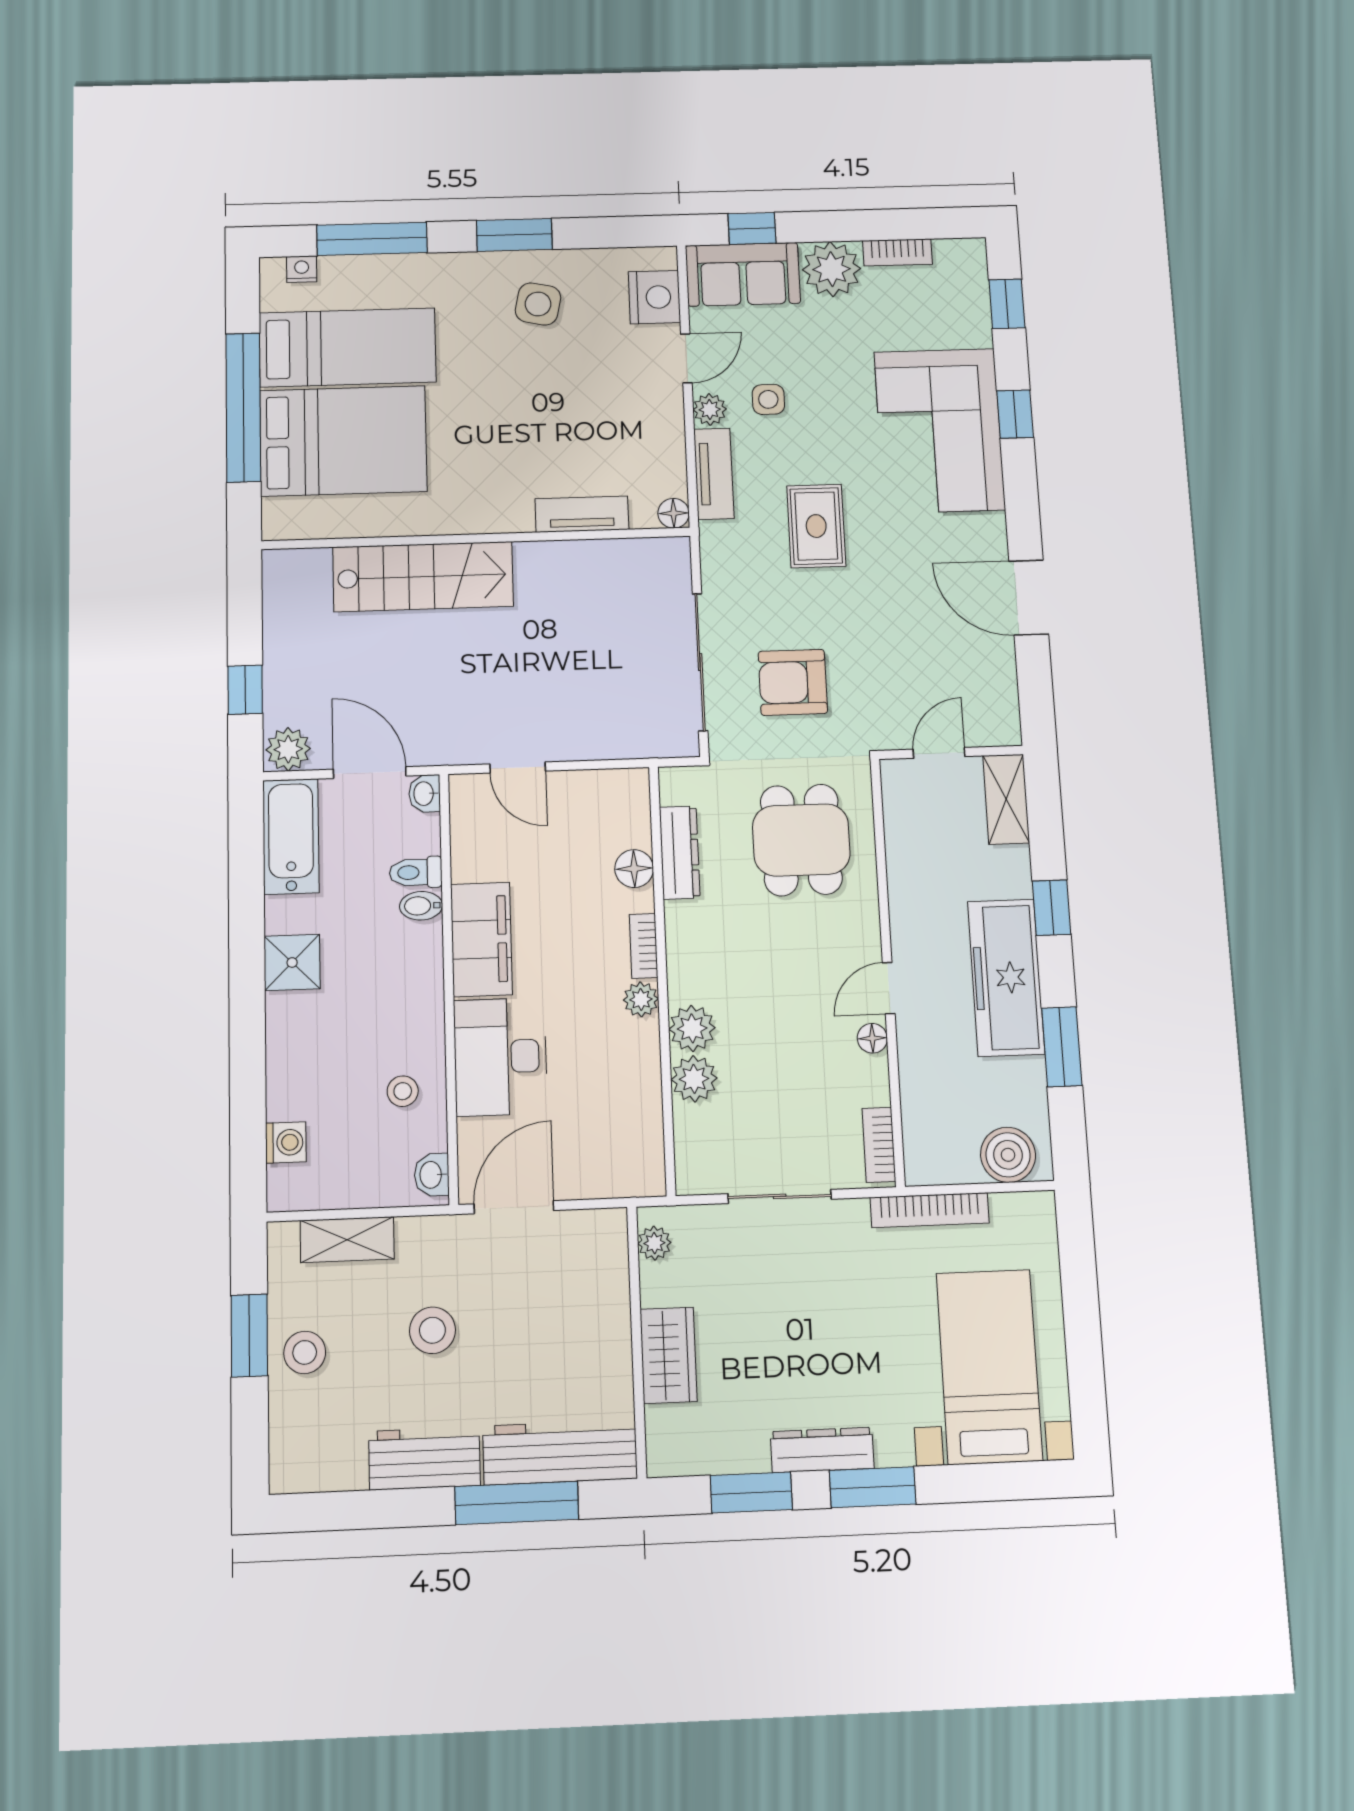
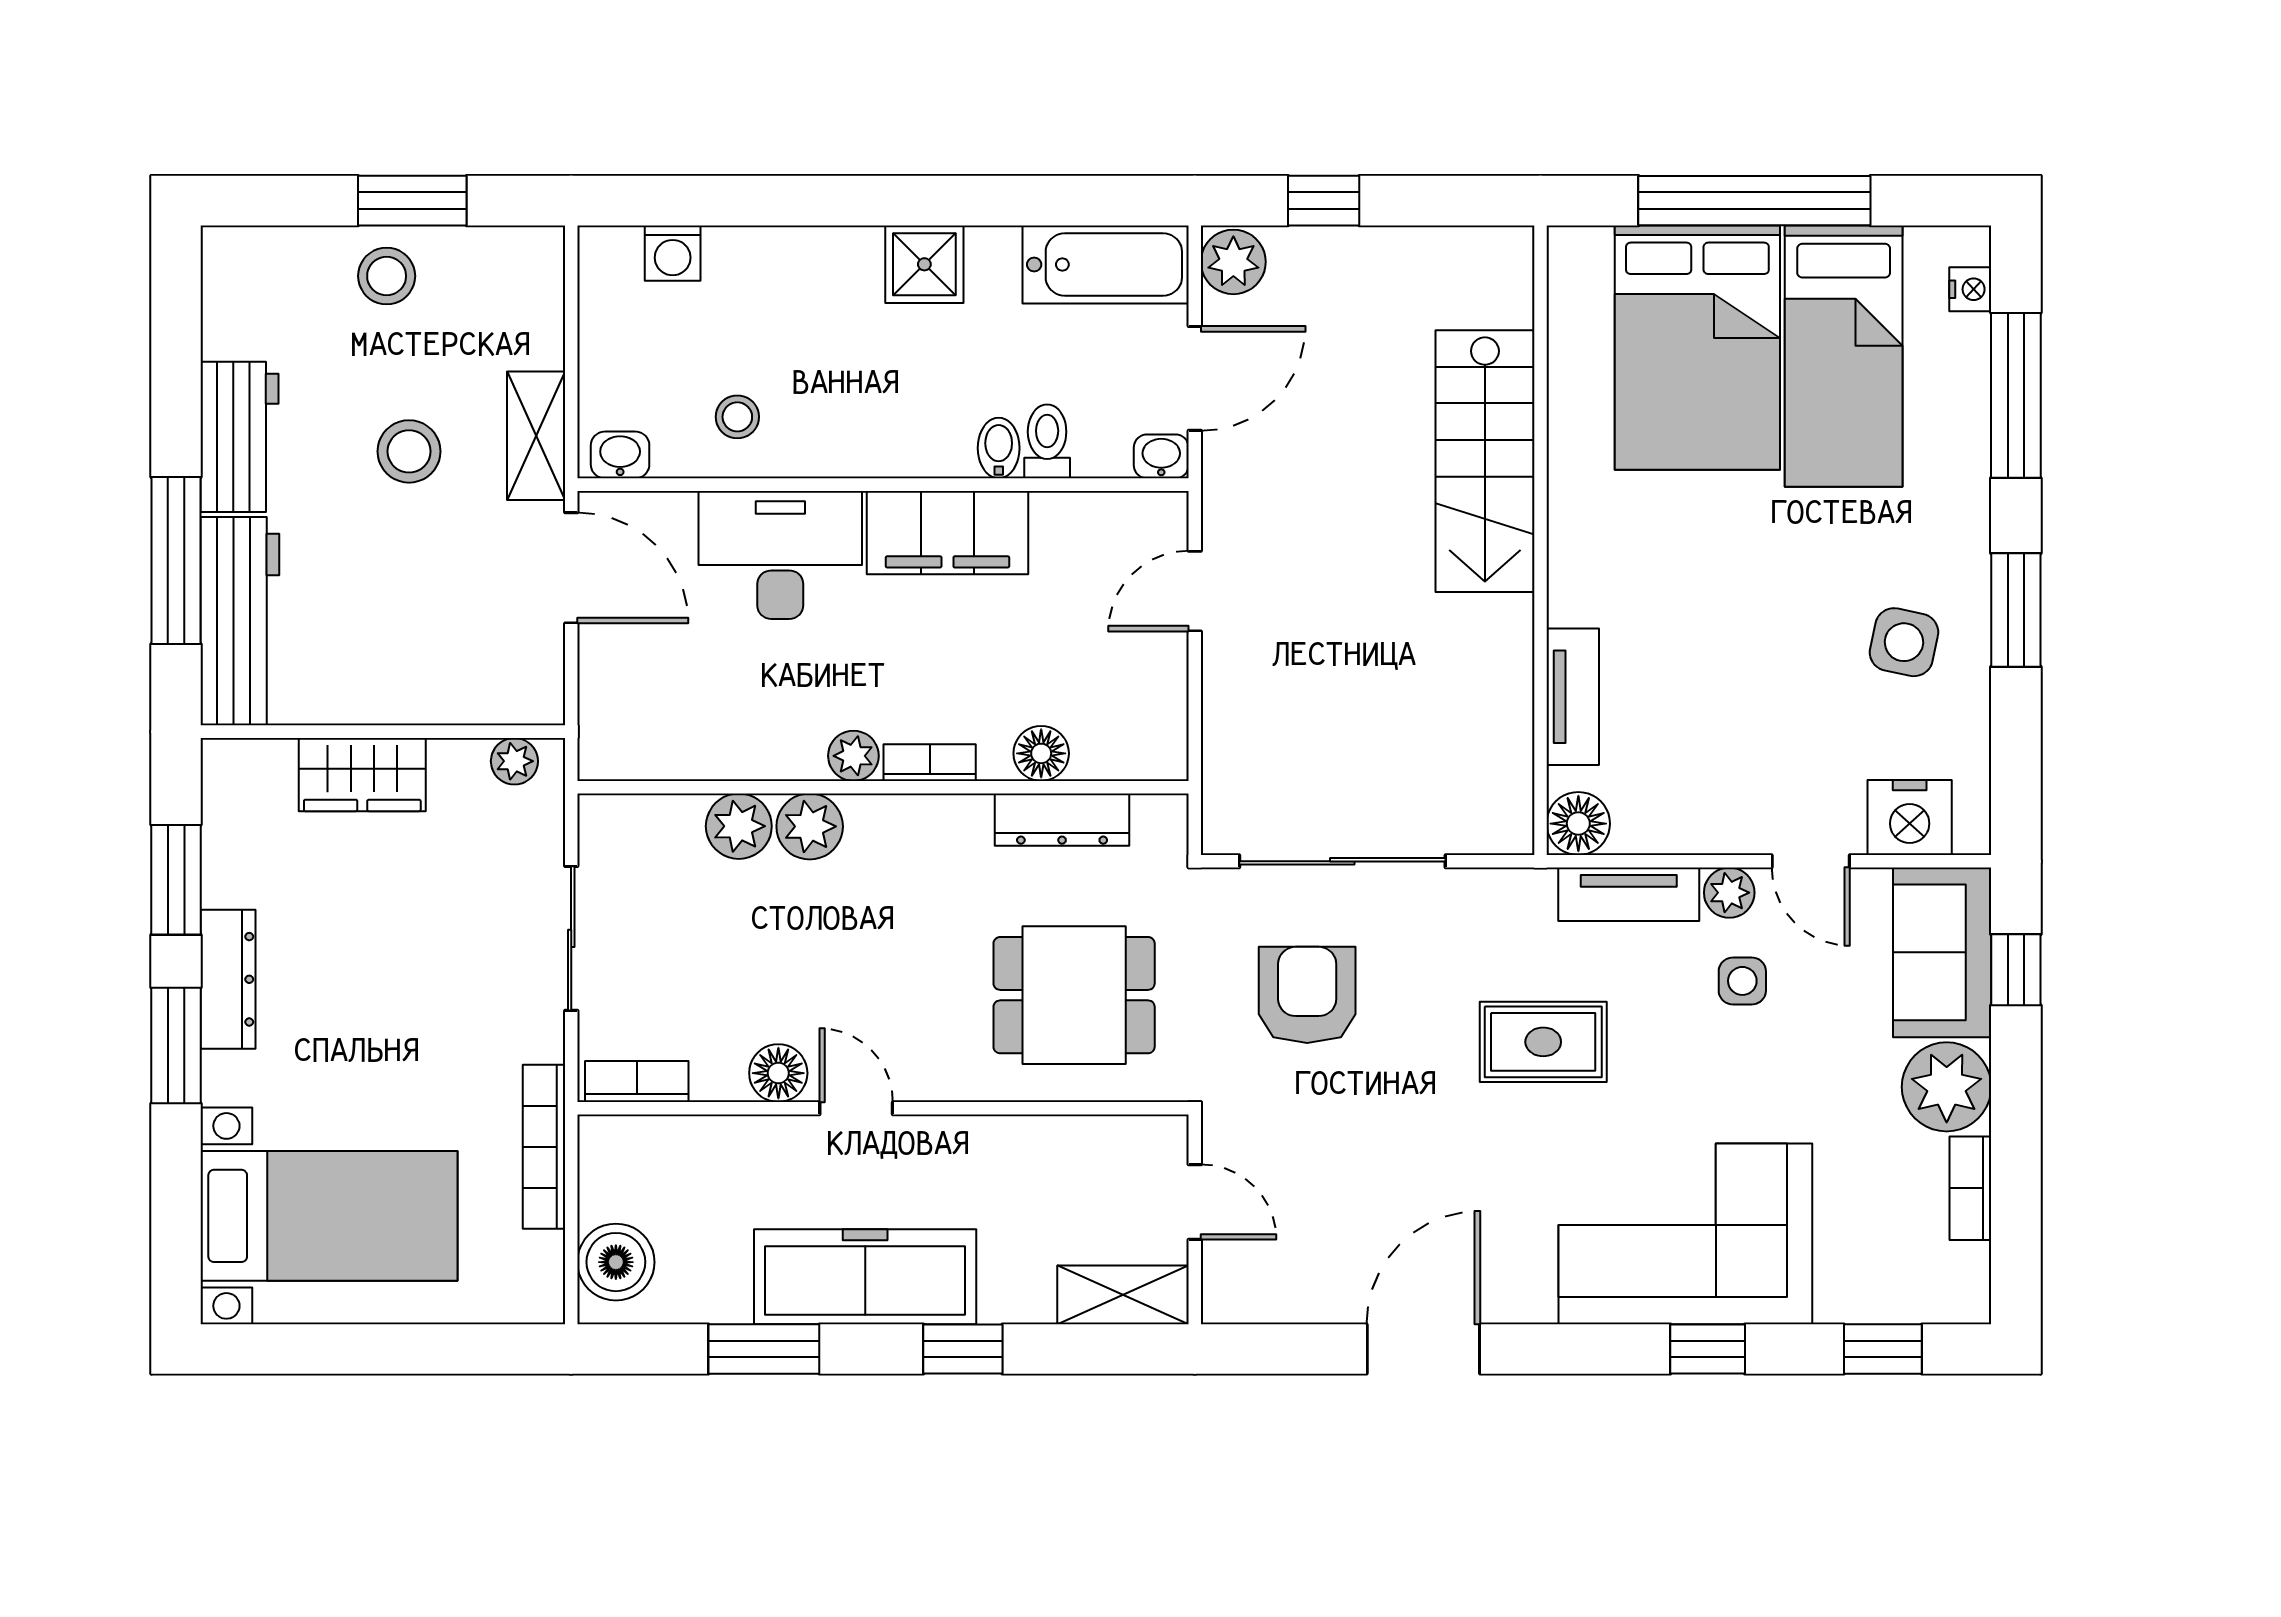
floor lamp: (674, 513) -> (1578, 824), width x1.37, depth x1.37
floor lamp: (872, 1038) -> (778, 1073), width x1.37, depth x1.37
shelving: (347, 1240) -> (536, 436), moved

